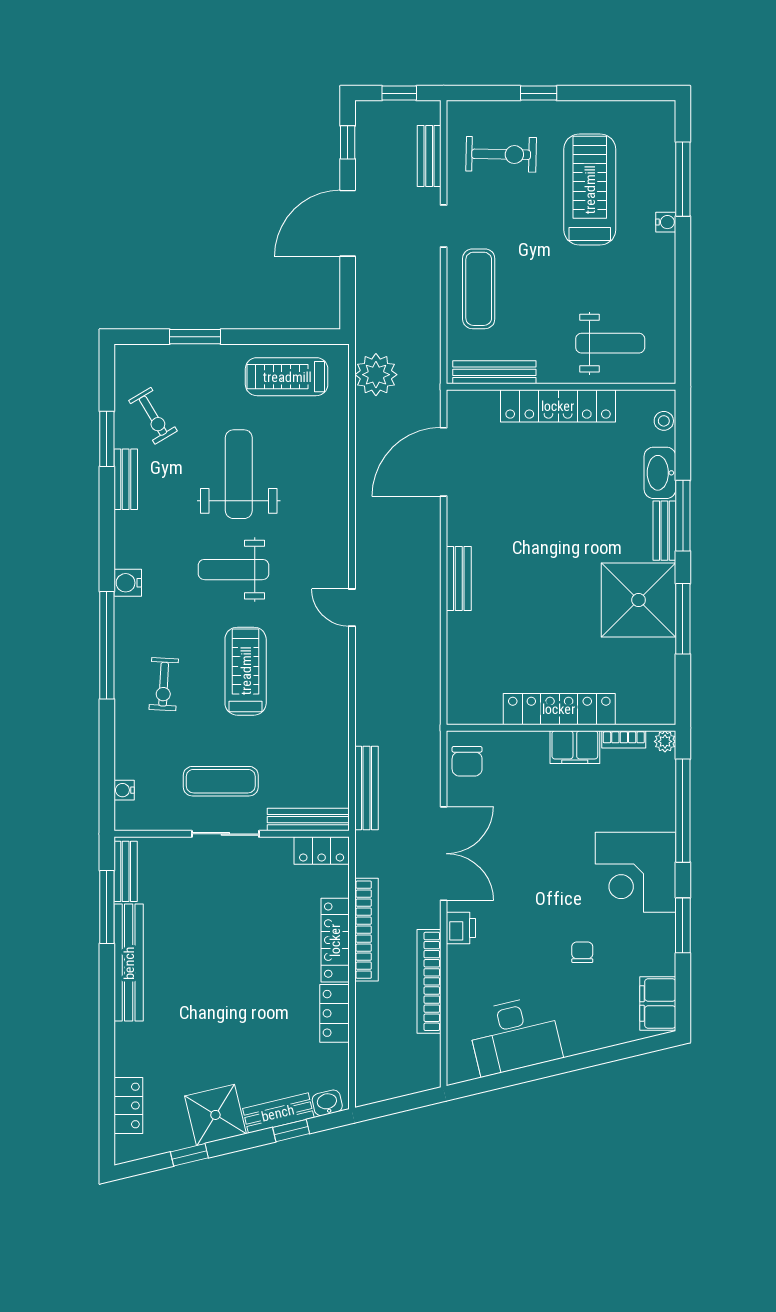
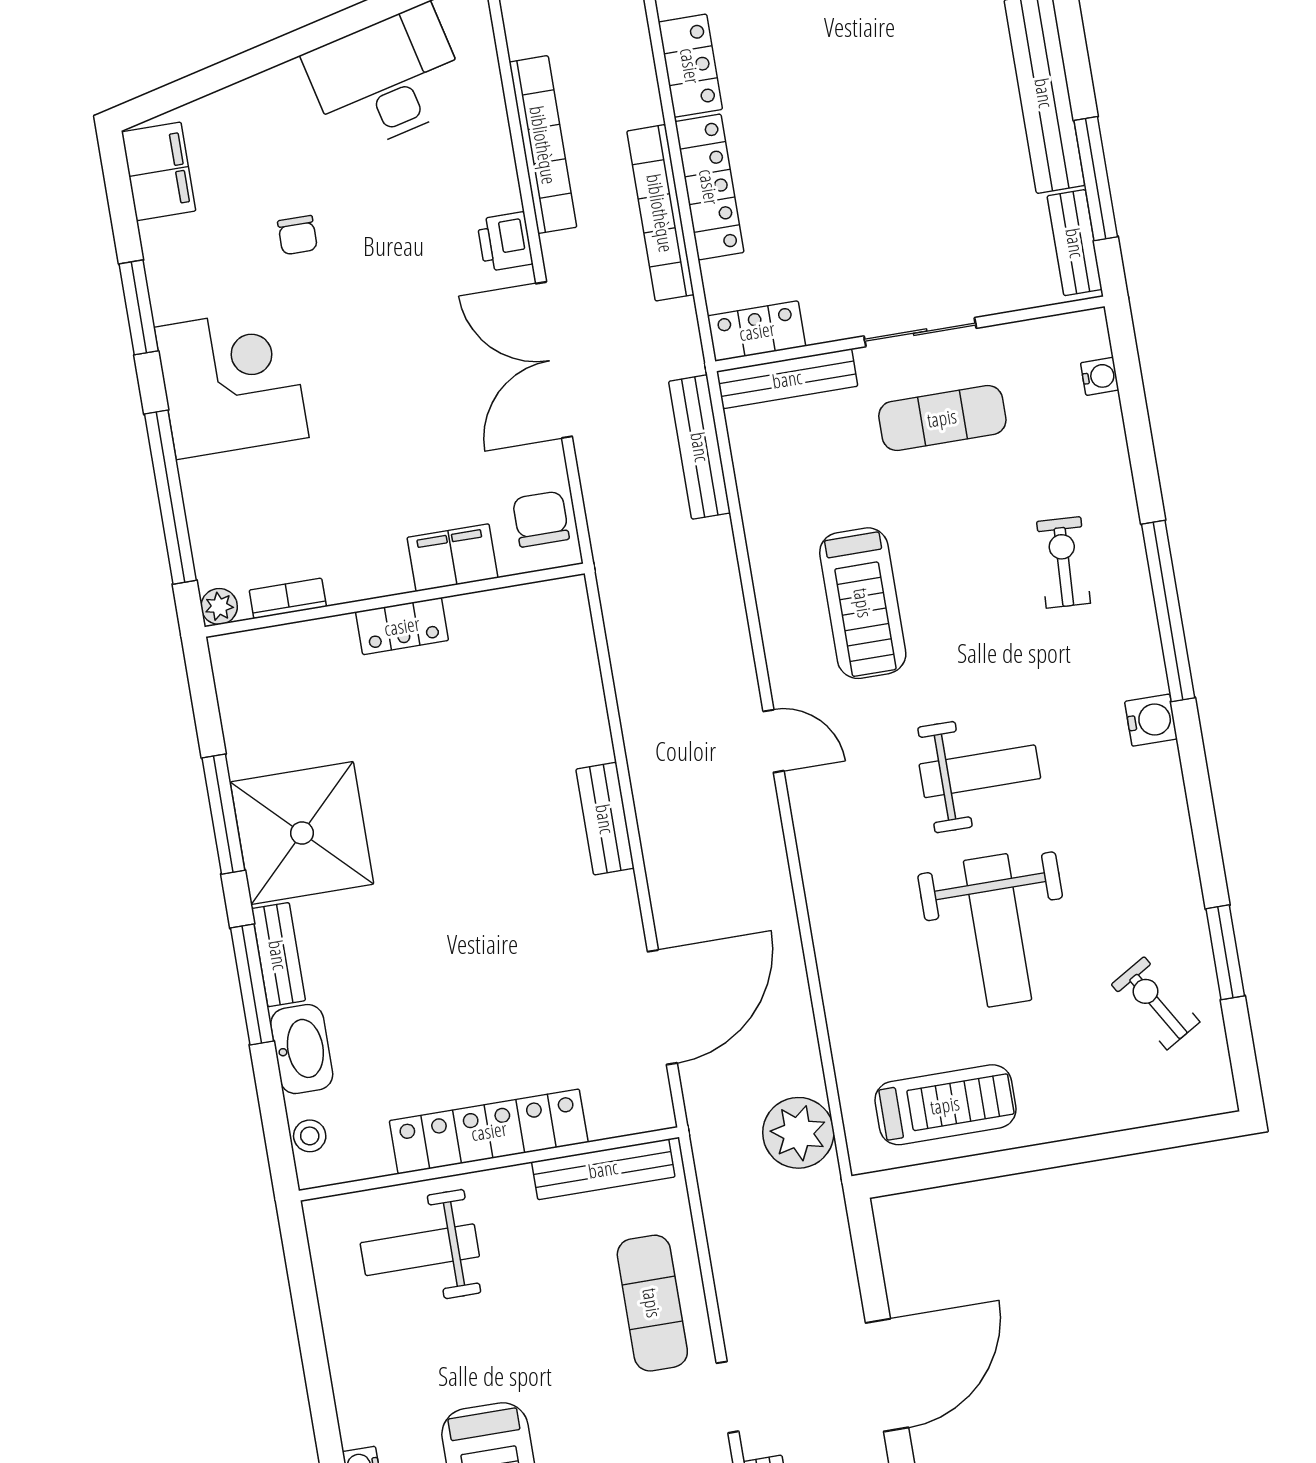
window: (195, 337) -> (1108, 1146), removed
bench: (126, 479) -> (1183, 891), removed
treadmill: (246, 671) -> (863, 603), moved
locker: (559, 709) -> (402, 626), width x0.46, depth x0.83
filing cabinet: (575, 747) -> (453, 558), moved

